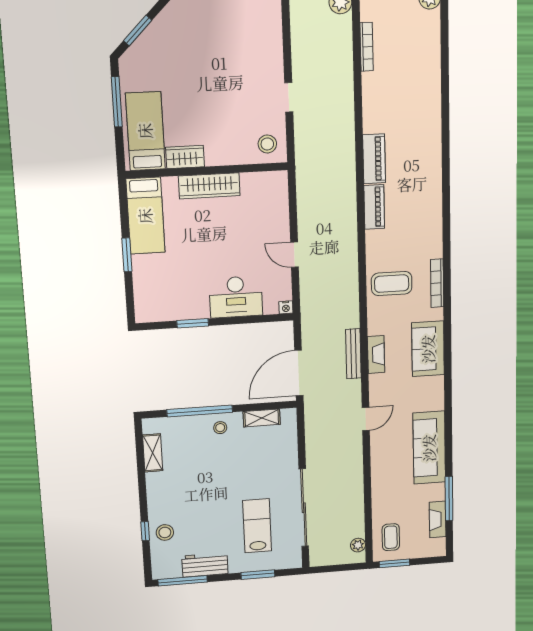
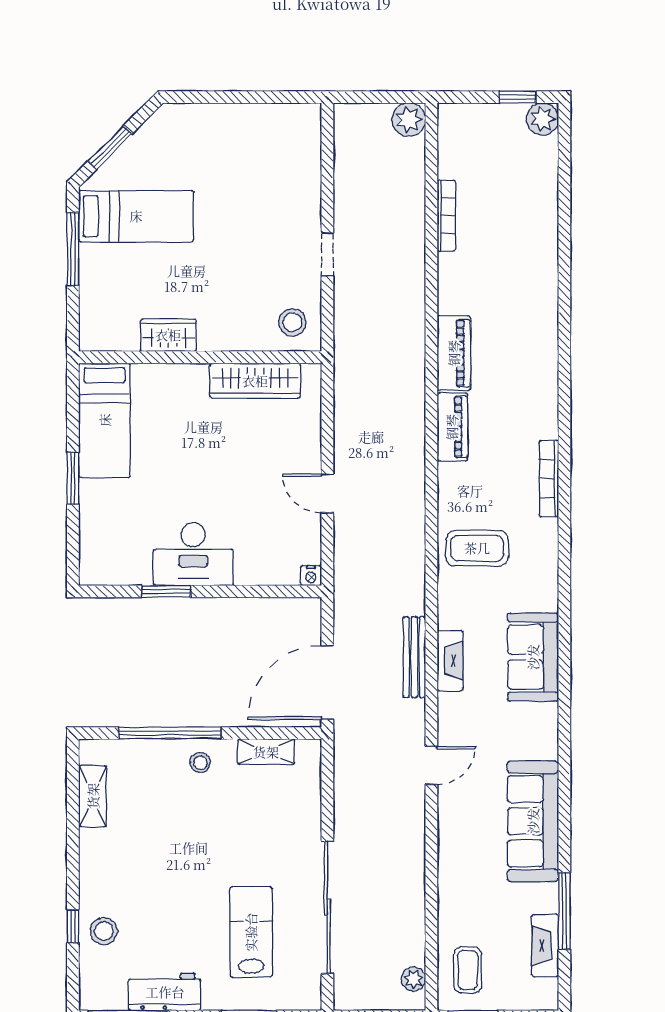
bookcase: (367, 47) -> (446, 216), moved
bed: (145, 131) -> (136, 216), moved, turned 90
wardrobe: (209, 186) -> (255, 381), moved
bookcase: (437, 283) -> (549, 479), moved
desk: (236, 297) -> (193, 554), moved

